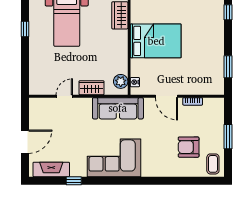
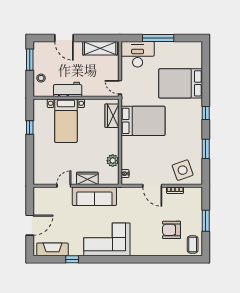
bed: (156, 41) -> (143, 121), moved
window: (228, 67) -> (206, 149), moved
side table: (201, 78) -> (183, 170), added
plant: (121, 81) -> (113, 161), moved
sofa: (118, 108) -> (94, 196), moved

